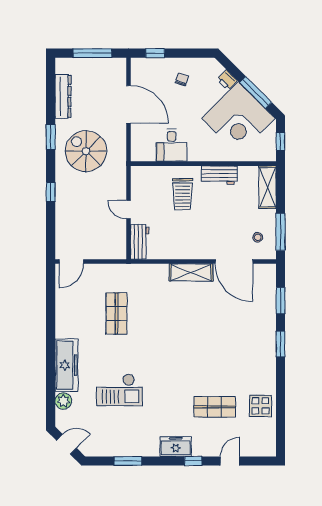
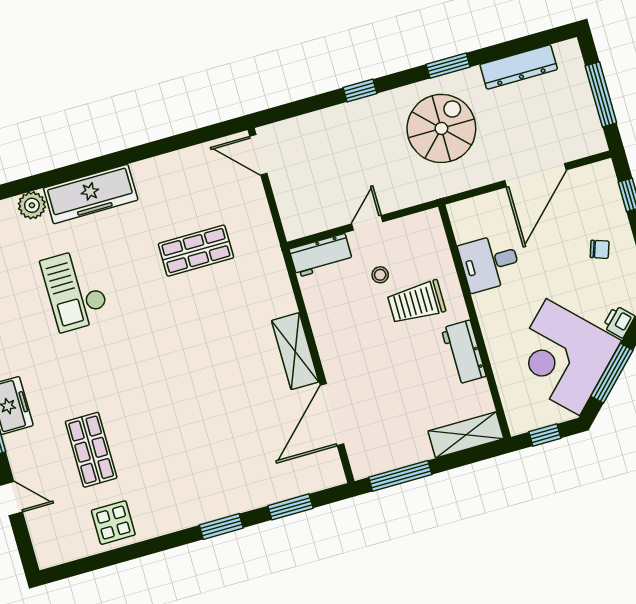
stool: (258, 237) -> (380, 275), moved

